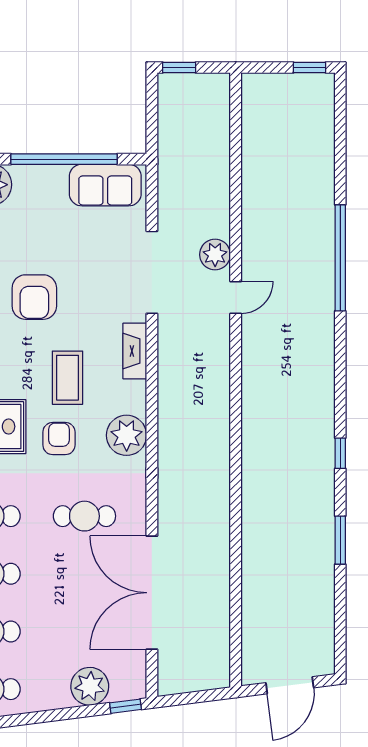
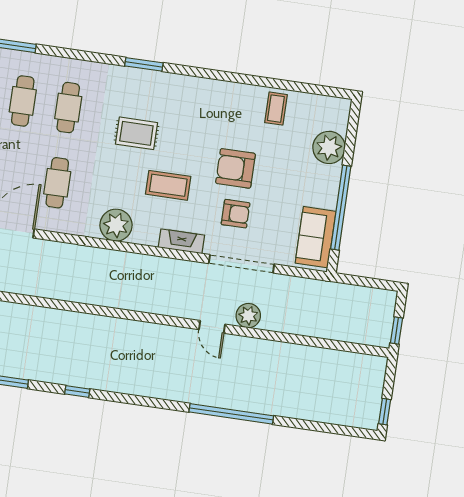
window: (179, 68) -> (396, 330), moved
armchair: (59, 439) -> (236, 214), moved

